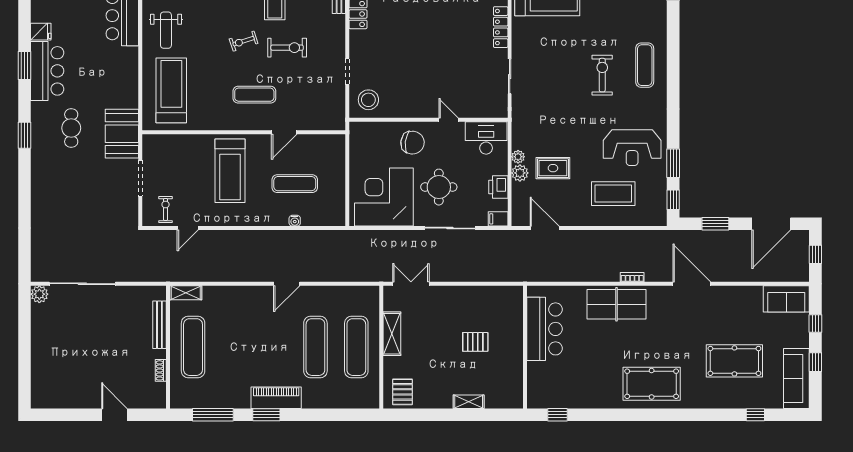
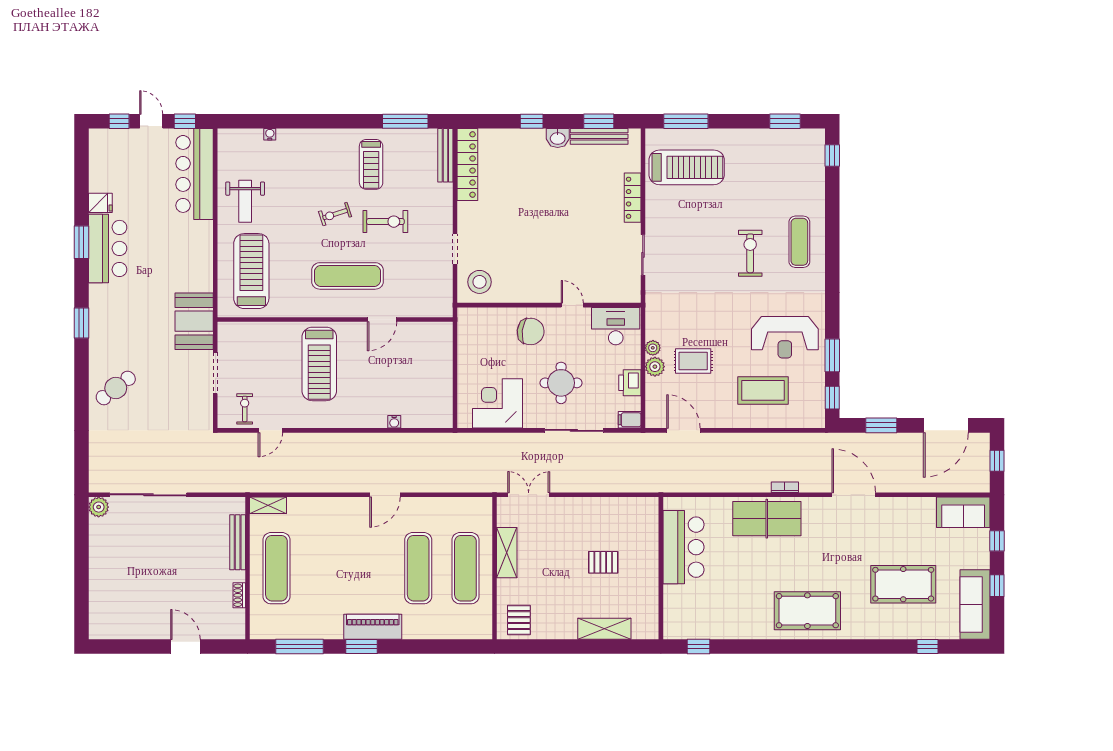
exercise mat: (254, 95) -> (348, 276), width x1.36, depth x1.45
cafe table: (71, 128) -> (116, 388), moved, turned 52
exercise mat: (295, 184) -> (394, 379), removed
corner desk: (384, 197) -> (497, 403), width x0.74, depth x0.74
shelving: (469, 402) -> (604, 629), width x1.50, depth x1.33

